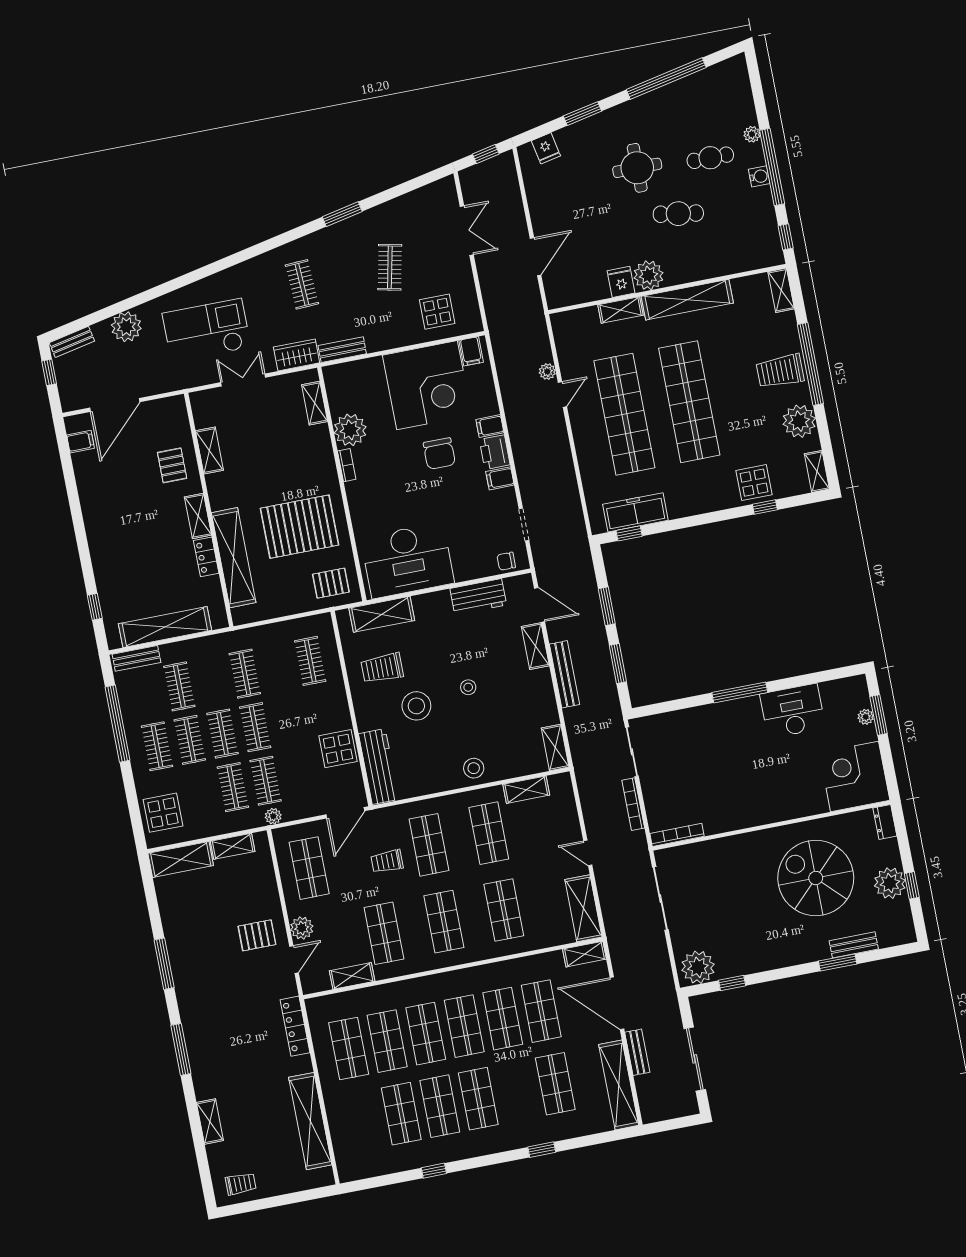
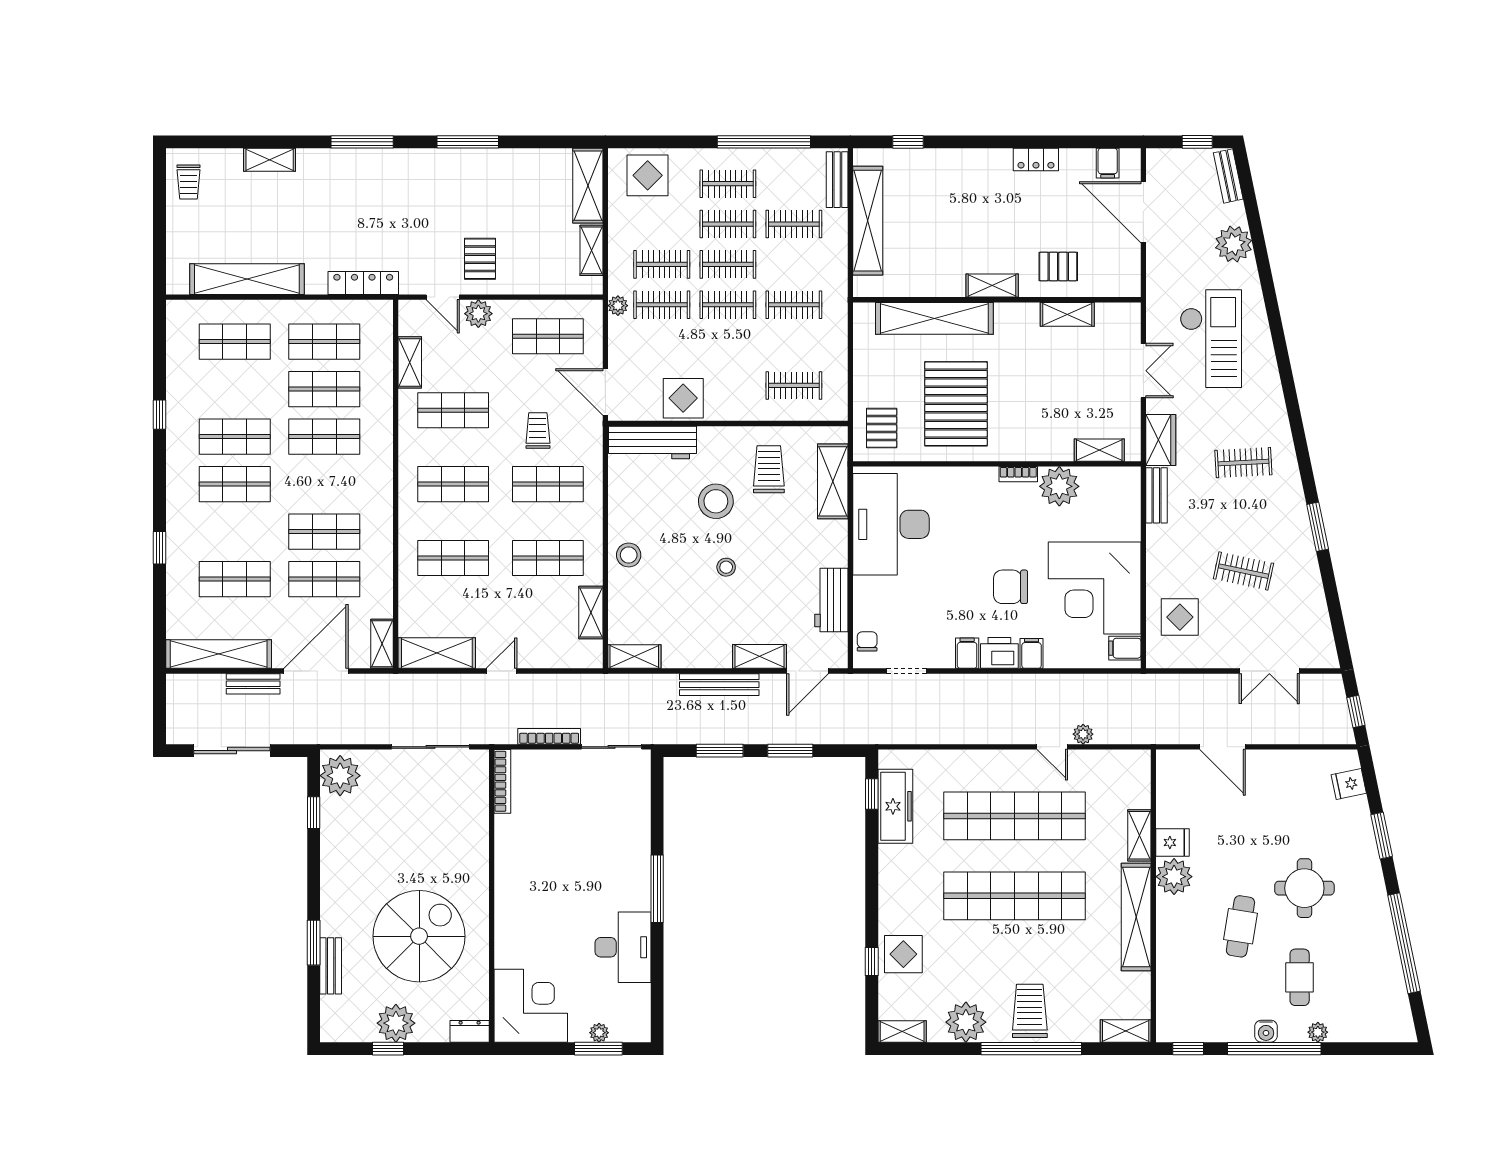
locker: (206, 557) -> (1036, 160), moved, turned 180
shop shelf: (464, 1026) -> (324, 484), removed
shop shelf: (401, 1114) -> (235, 342), moved

